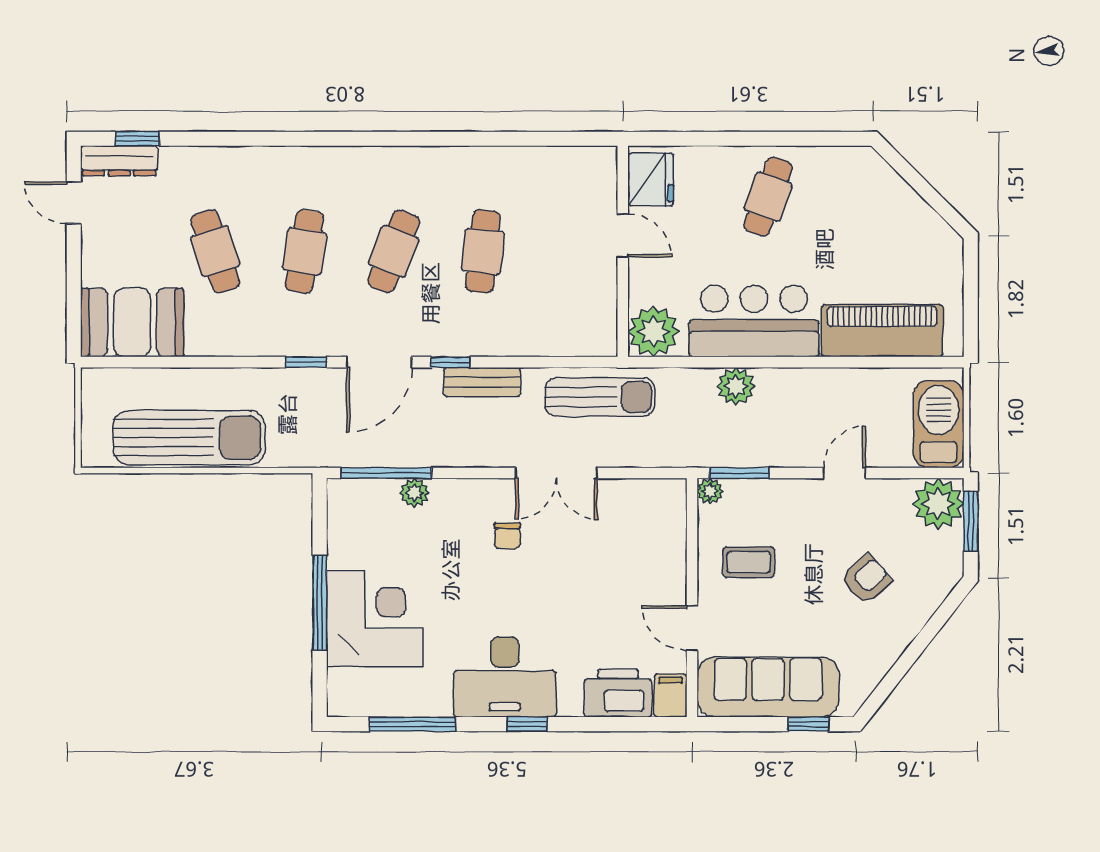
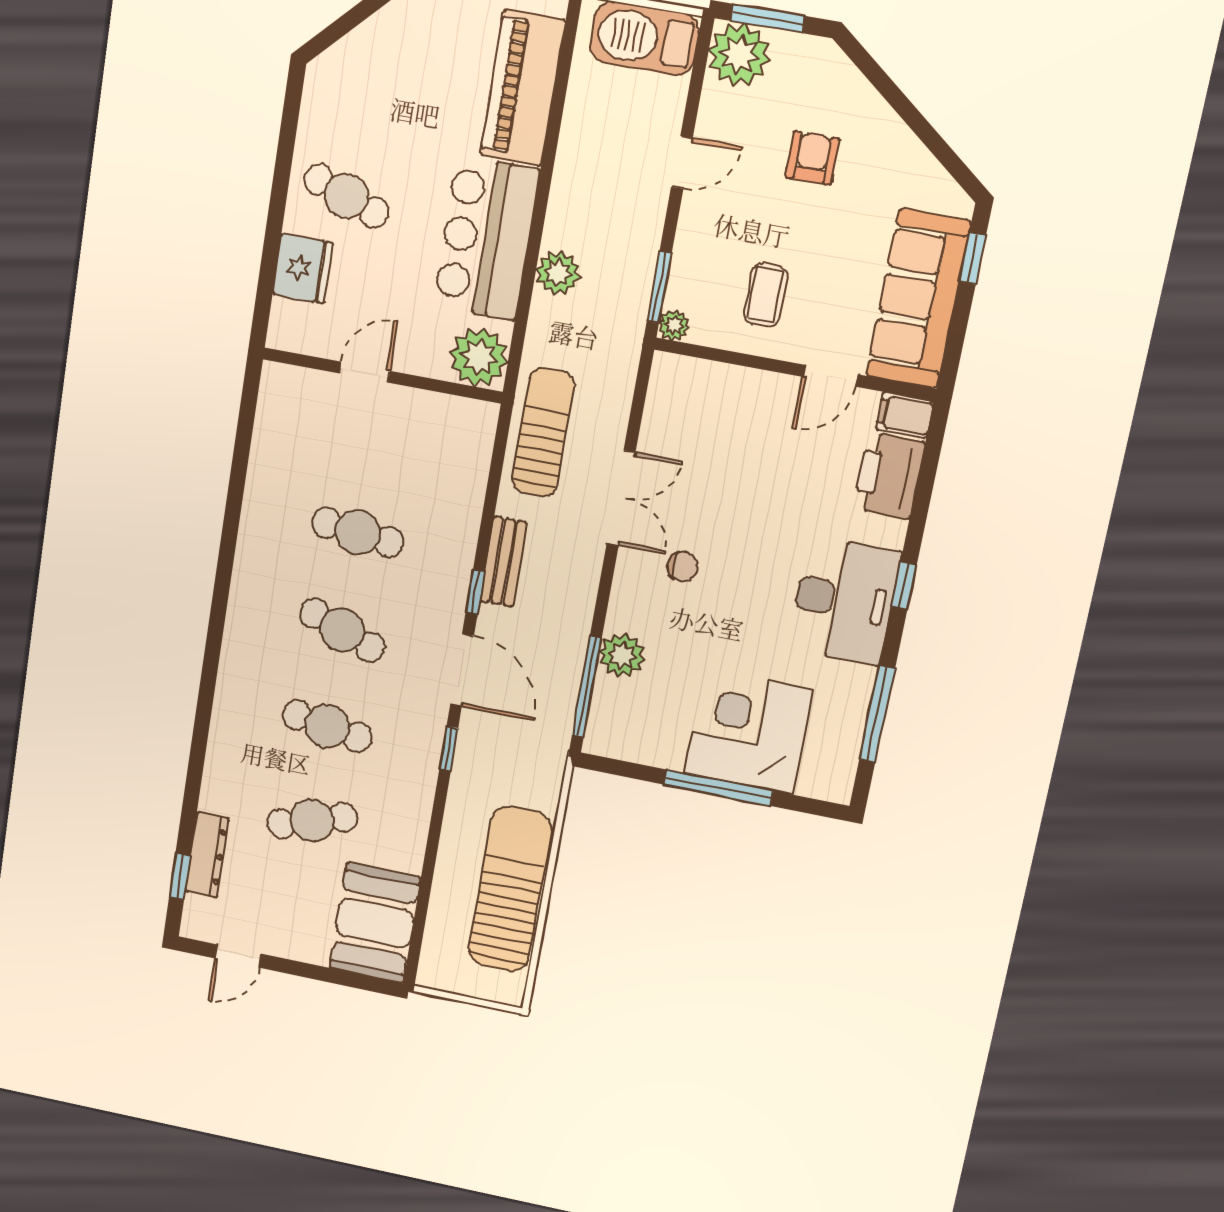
dresser: (119, 161) -> (207, 855), moved
fridge: (651, 179) -> (303, 268), moved, turned 90
door: (844, 473) -> (682, 162), swing flipped
plant: (415, 493) -> (622, 655), width x1.38, depth x1.38
armchair: (866, 579) -> (813, 158), turned 41

